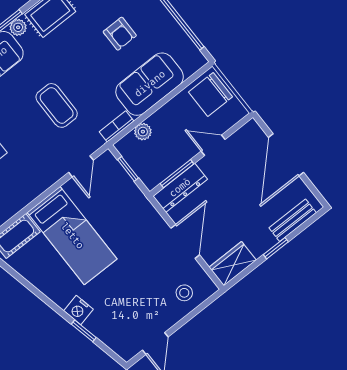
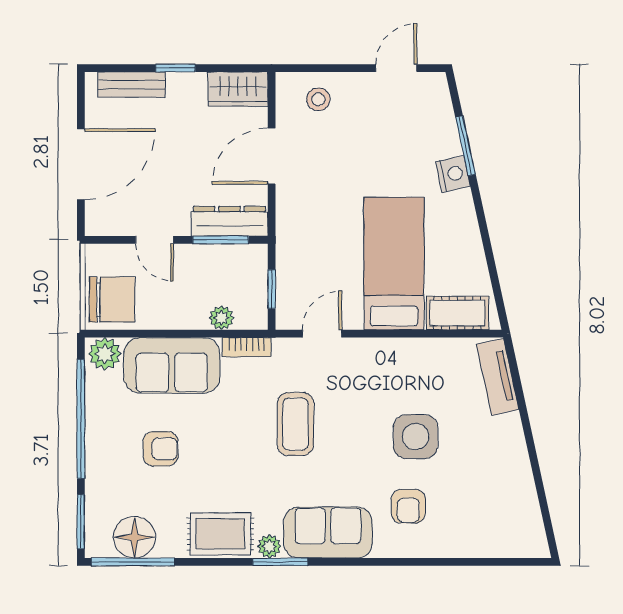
armchair: (120, 34) -> (160, 449), turned 90
plant: (191, 62) -> (105, 354), added
window: (84, 331) -> (466, 146), width x1.50

